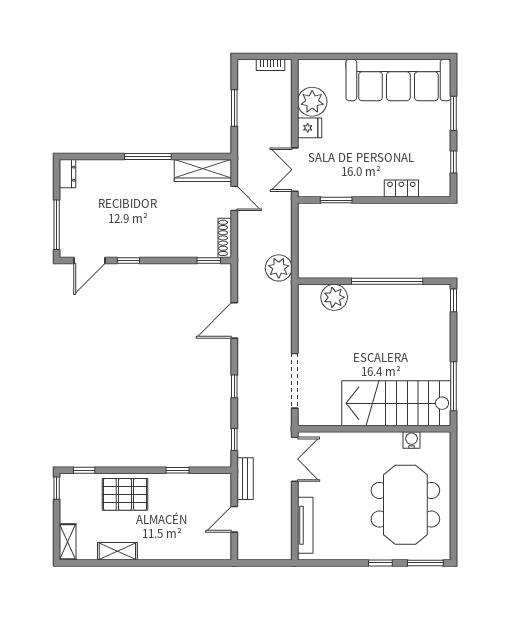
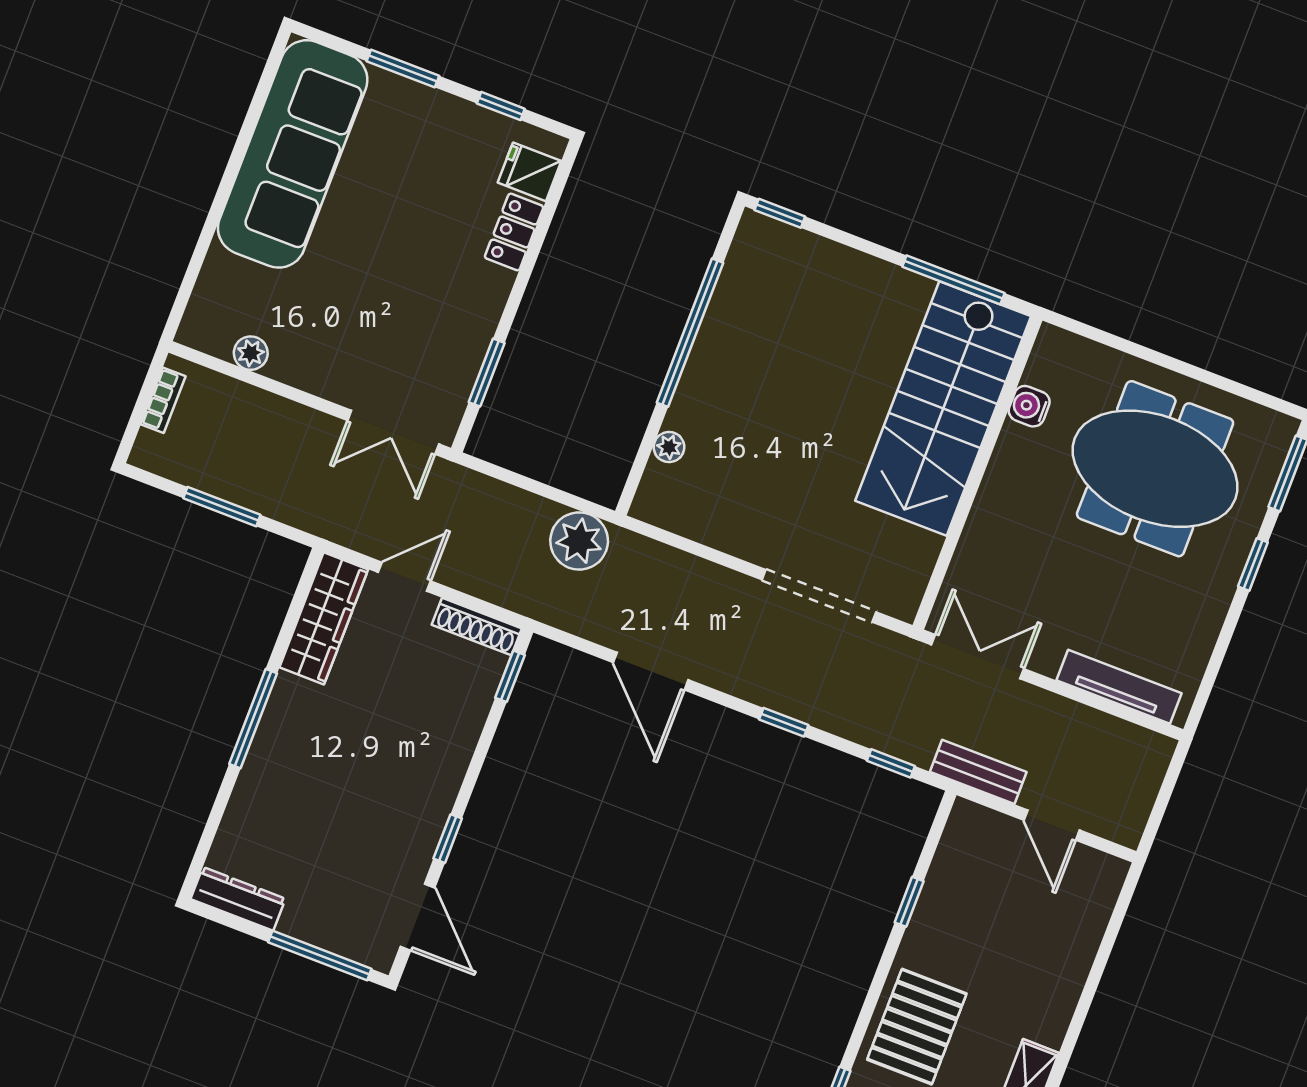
plant: (312, 102) -> (251, 353), width x0.53, depth x0.53
fridge: (310, 128) -> (529, 172), moved, turned -90
dresser: (68, 174) -> (238, 899), width x1.44
plant: (334, 297) -> (669, 447), width x0.53, depth x0.53

